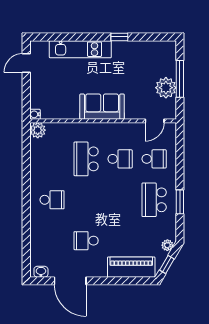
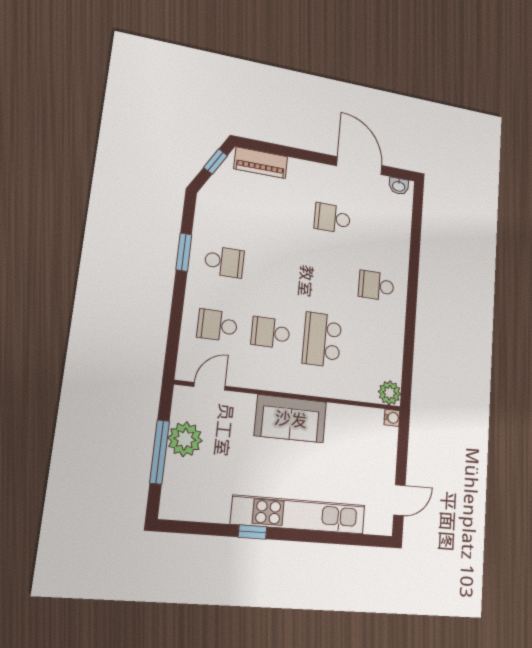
kitchen unit: (80, 49) -> (299, 515), width x1.36
school desk: (86, 159) -> (322, 340), turned 180
school desk: (154, 200) -> (224, 262), width x0.54
school desk: (86, 241) -> (332, 218), turned 180
plant: (167, 245) -> (211, 190), removed
piano: (131, 267) -> (261, 163), width x0.73, depth x0.75

